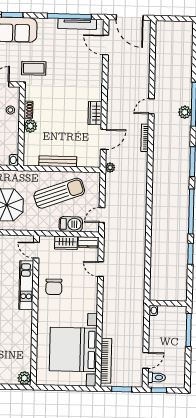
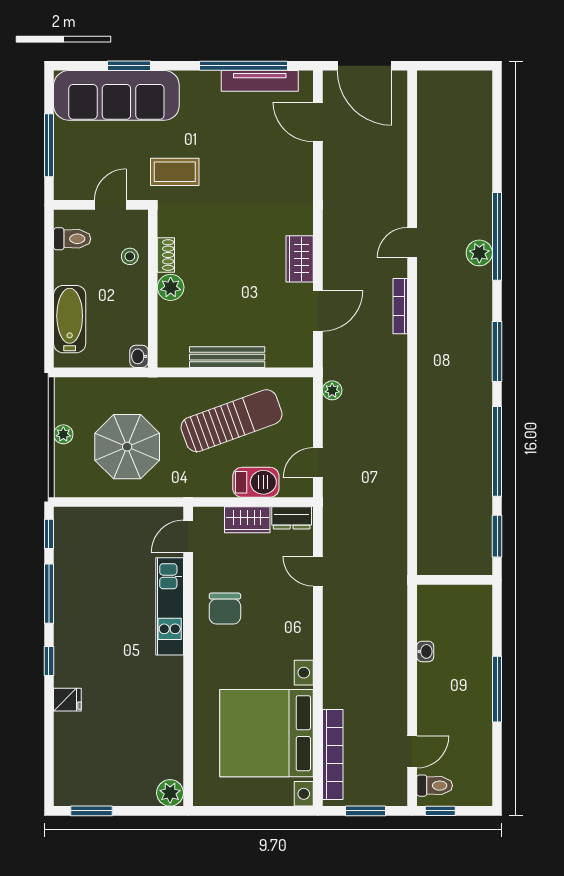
plant: (110, 168) -> (332, 390), moved
door: (36, 250) -> (188, 536), hinge flipped
wall: (168, 303) -> (455, 580), moved

